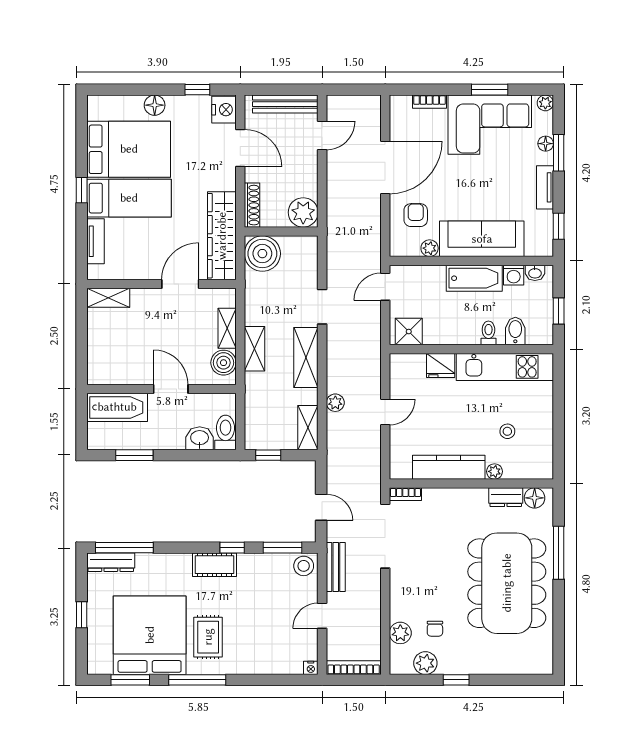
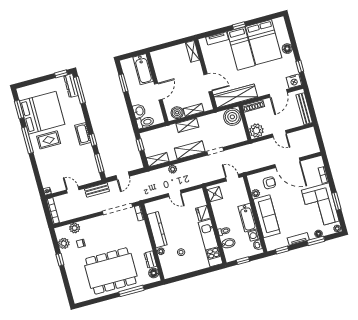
door: (322, 135) -> (279, 134), moved
stool: (304, 566) -> (93, 175), removed
window: (82, 615) -> (61, 74), moved

